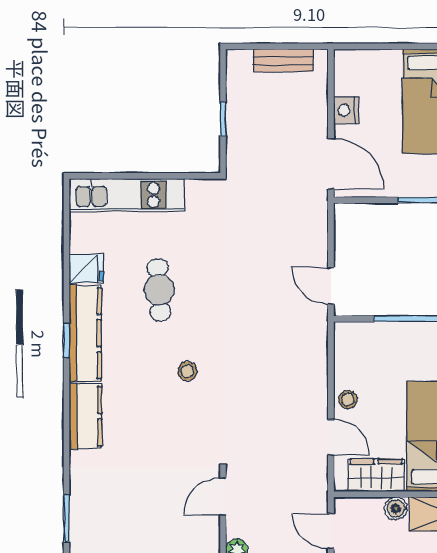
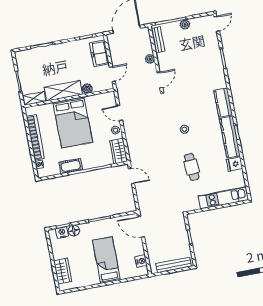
bench: (283, 60) -> (174, 265), width x1.36
nightstand: (346, 110) -> (141, 261), moved
cafe table: (159, 290) -> (192, 167), moved
wardrobe: (376, 475) -> (119, 151), moved, turned 90
door: (331, 531) -> (112, 74), hinge flipped

